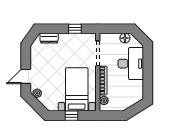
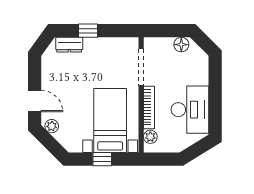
window: (75, 29) -> (88, 31), moved
desk: (131, 64) -> (190, 110), moved
door: (26, 76) -> (35, 101), swing flipped

